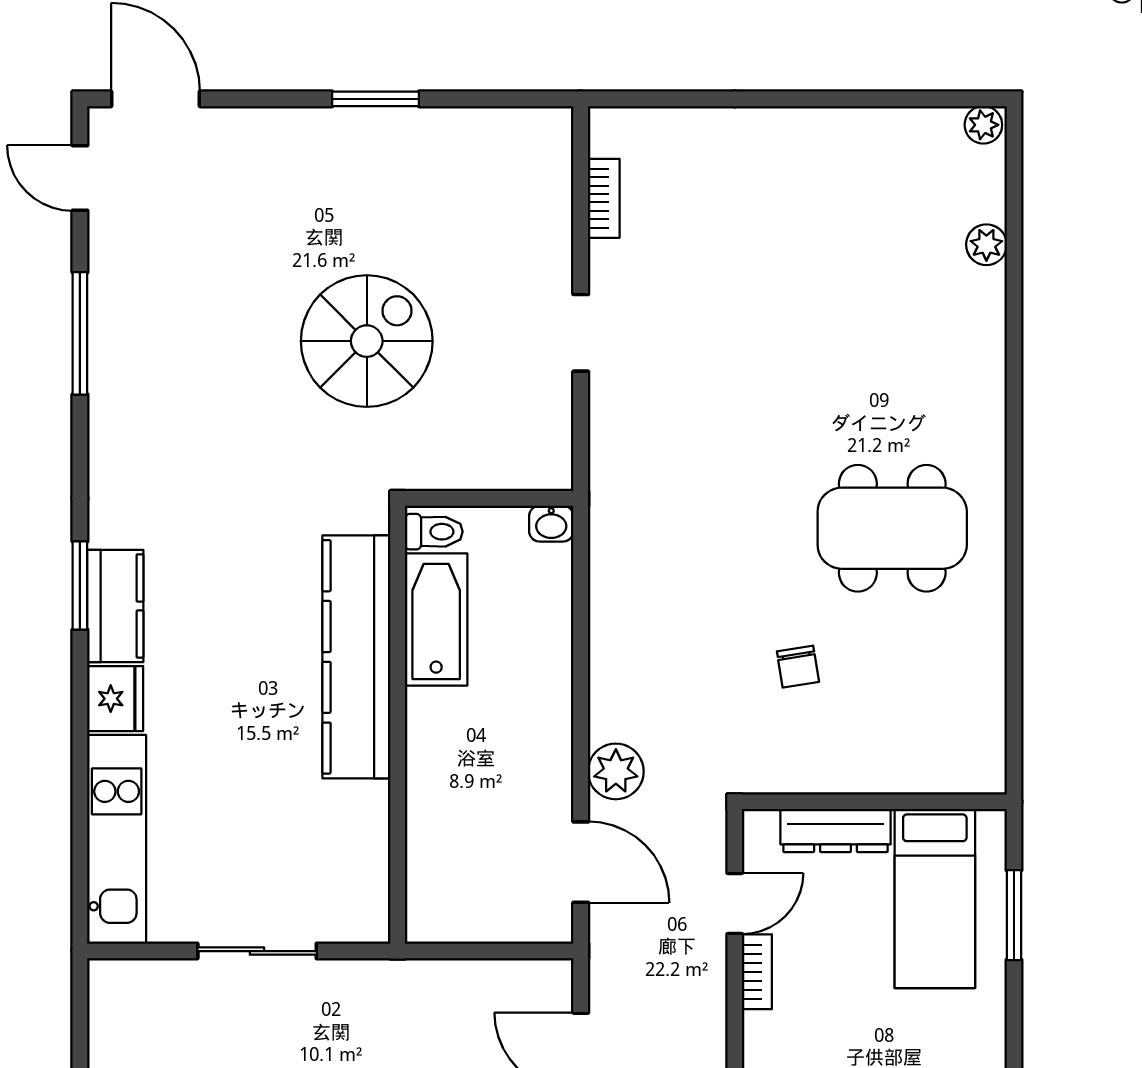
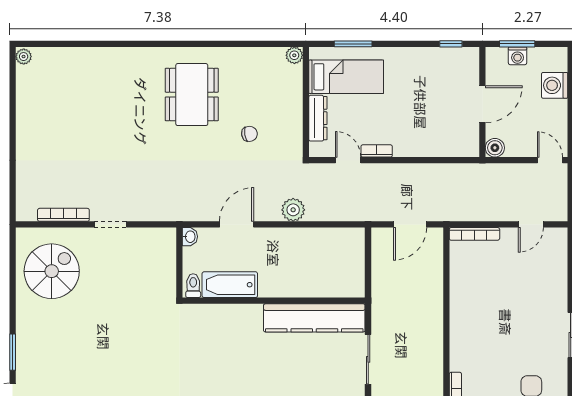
window: (375, 99) -> (13, 352), moved
bookcase: (604, 198) -> (63, 215), width x1.56
plant: (986, 245) -> (294, 55), moved
spiral stairs: (367, 341) -> (52, 271), moved, turned 90
kitchen counter: (356, 657) -> (314, 318), moved
door: (581, 862) -> (237, 224), moved

